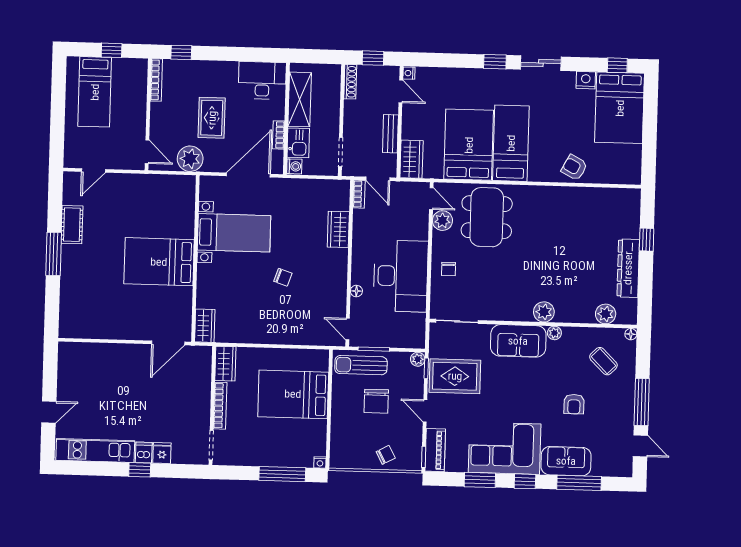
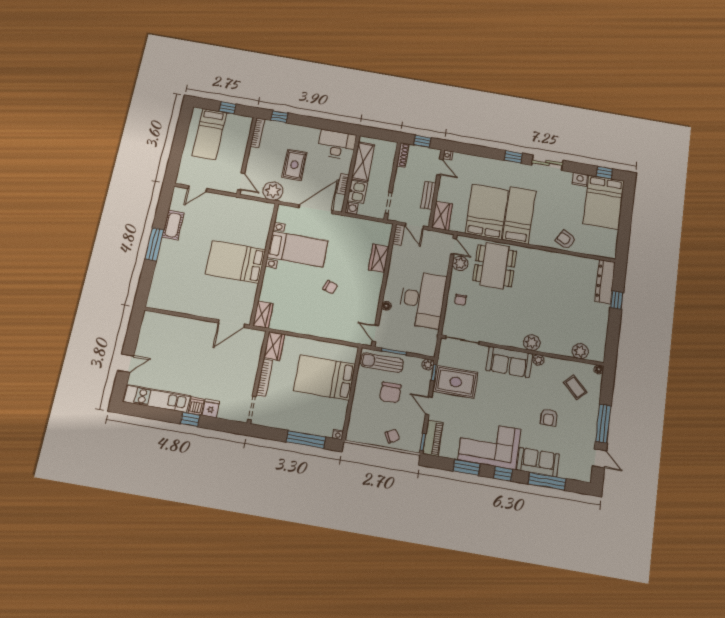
dresser: (628, 268) -> (605, 282), moved

